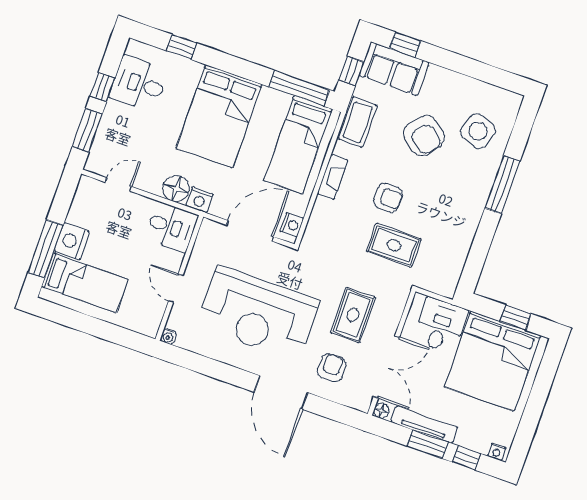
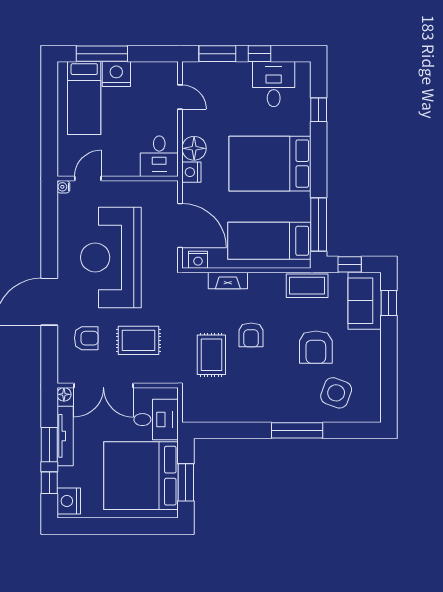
armchair: (424, 135) -> (316, 347), turned -41
fireplace: (333, 177) -> (228, 281), moved
door: (176, 288) -> (88, 179), moved
window: (516, 317) -> (186, 482), width x1.50
nightstand: (497, 452) -> (69, 501), width x1.89, depth x1.79

